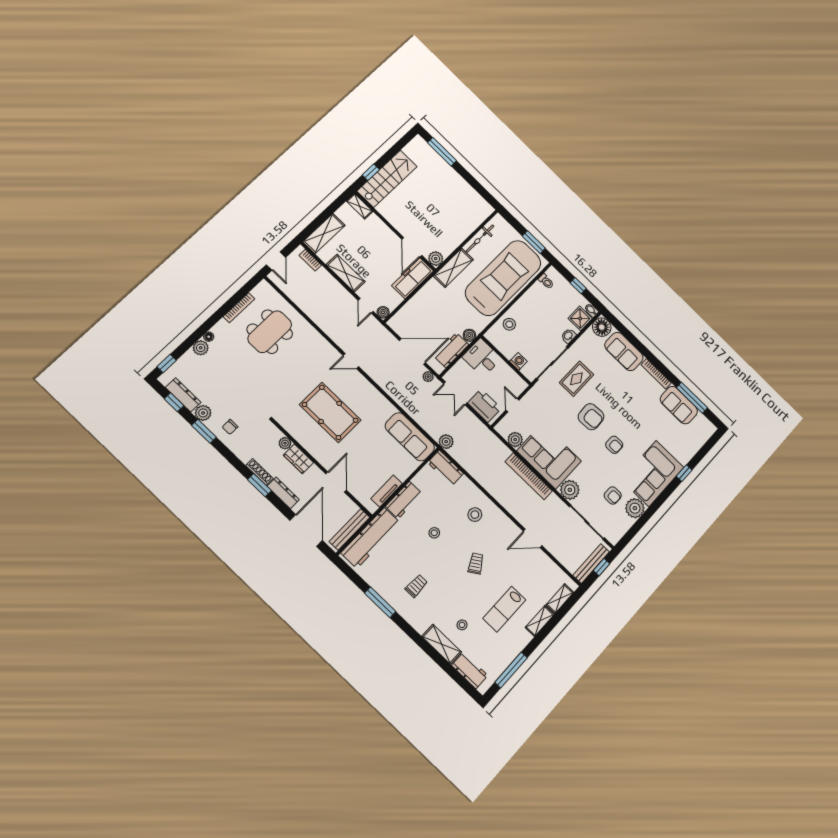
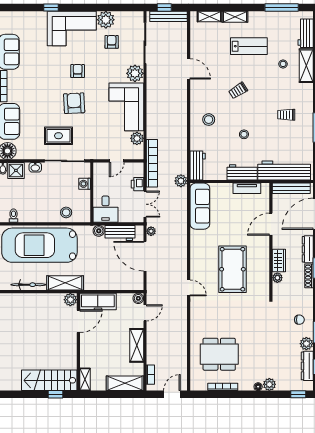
printer: (484, 406) -> (137, 184), width x0.53, depth x0.68
bookcase: (529, 476) -> (152, 163), moved

